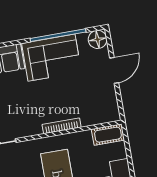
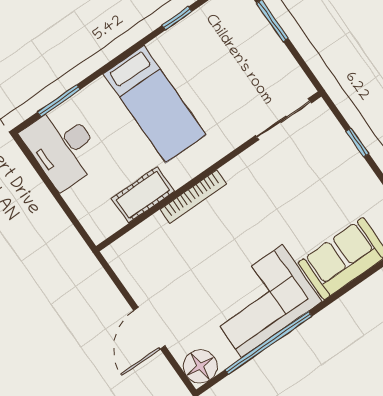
cot: (108, 135) -> (143, 195), moved

